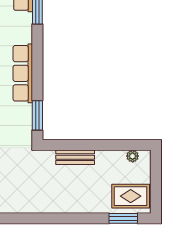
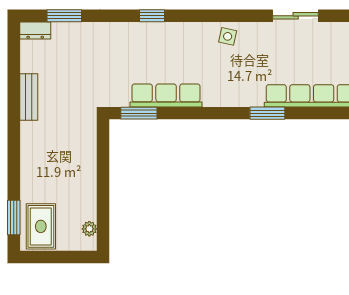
row of seats: (23, 73) -> (166, 95), moved
bench: (75, 157) -> (29, 97), moved

